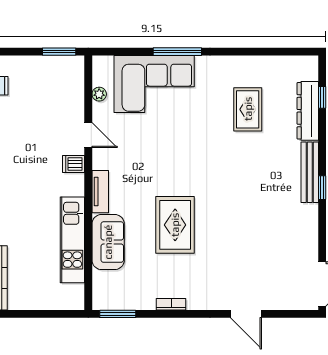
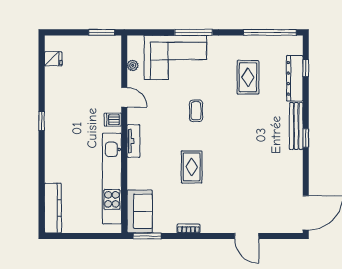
window: (276, 52) -> (270, 32), added
coffee table: (181, 153) -> (196, 111), added
rug: (175, 225) -> (192, 167), width x0.73, depth x0.70
kitchen unit: (72, 240) -> (112, 179), width x1.36
sofa: (108, 242) -> (140, 211), moved

